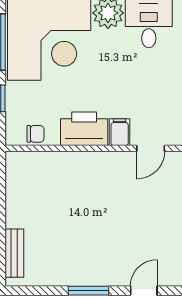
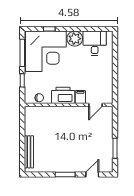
bench: (14, 253) -> (29, 152), width x1.36

